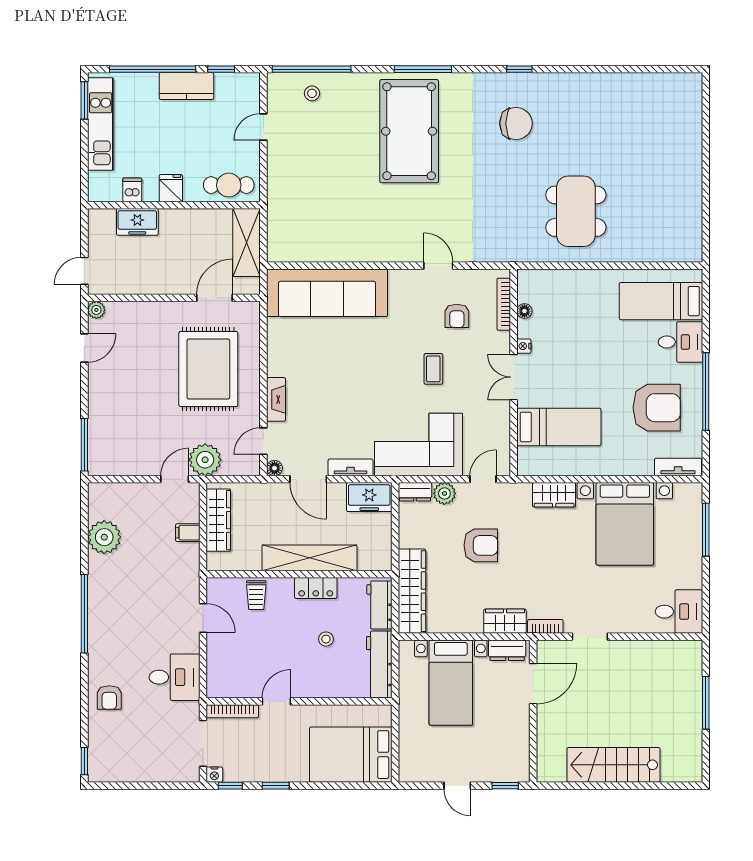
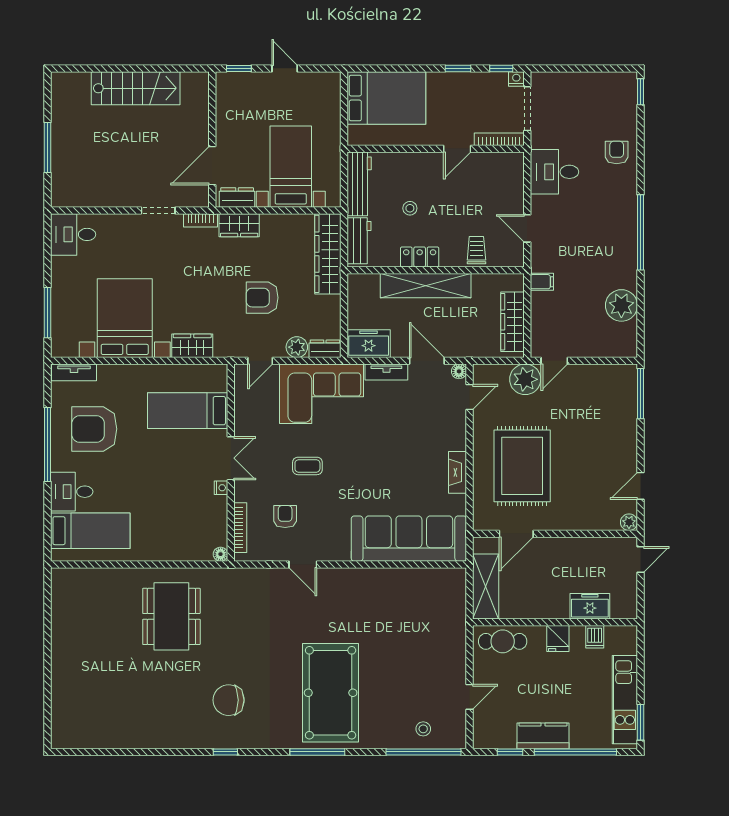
floor lamp: (524, 311) -> (221, 554), moved
coffee table: (433, 369) -> (307, 466), turned 90
fireplace: (276, 399) -> (458, 472), moved
filing cabinet: (188, 533) -> (542, 282), moved

